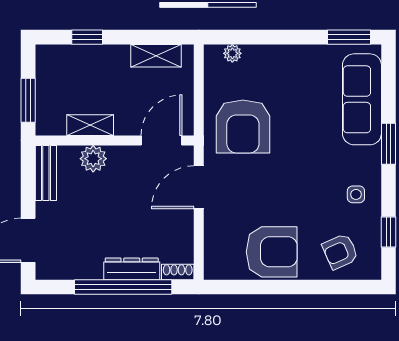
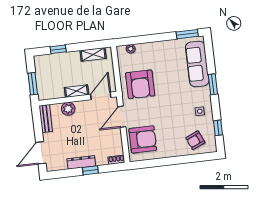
shelving: (90, 125) -> (76, 91), moved
armchair: (272, 252) -> (143, 139), moved
dresser: (132, 269) -> (81, 162), moved
window: (123, 287) -> (90, 170), width x0.32

